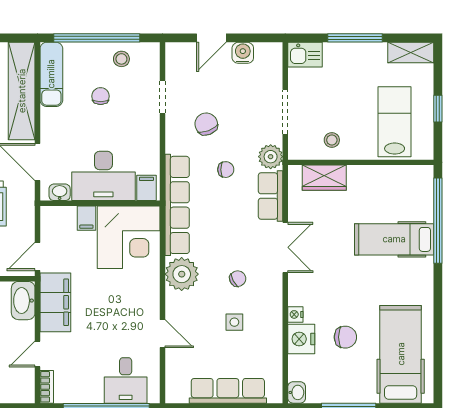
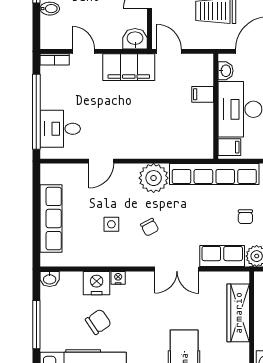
wardrobe: (324, 178) -> (238, 313), width x1.50
corner desk: (129, 237) -> (186, 131), removed
washbasin: (23, 301) -> (135, 39), width x0.72
chair: (345, 337) -> (98, 322), turned -124

